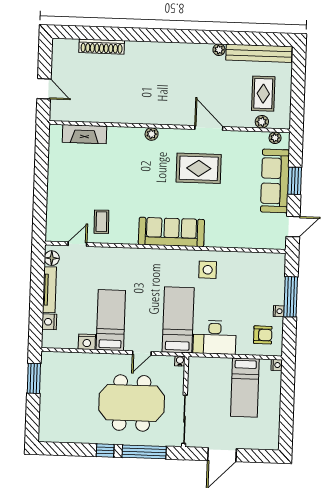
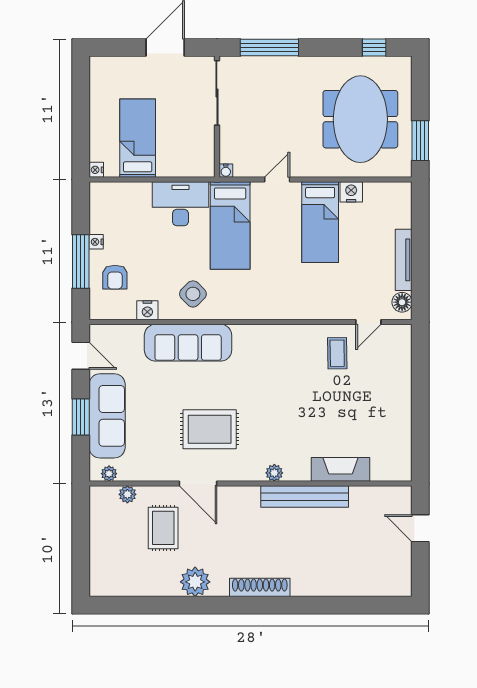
shoe rack: (102, 47) -> (260, 587), moved
plant: (219, 50) -> (195, 582), width x1.88, depth x1.88
bench: (259, 53) -> (305, 497), moved
rug: (263, 94) -> (163, 528), moved
fireplace: (84, 134) -> (340, 469), moved
door: (293, 227) -> (81, 356), swing flipped
sofa: (171, 232) -> (188, 343), moved
side table: (208, 270) -> (193, 294), turned 45
nightstand: (49, 322) -> (147, 310), moved, turned 90
armchair: (263, 335) -> (115, 277), moved, turned -90
meeting table: (132, 403) -> (360, 119), moved, turned 90
window: (105, 451) -> (374, 47), moved

